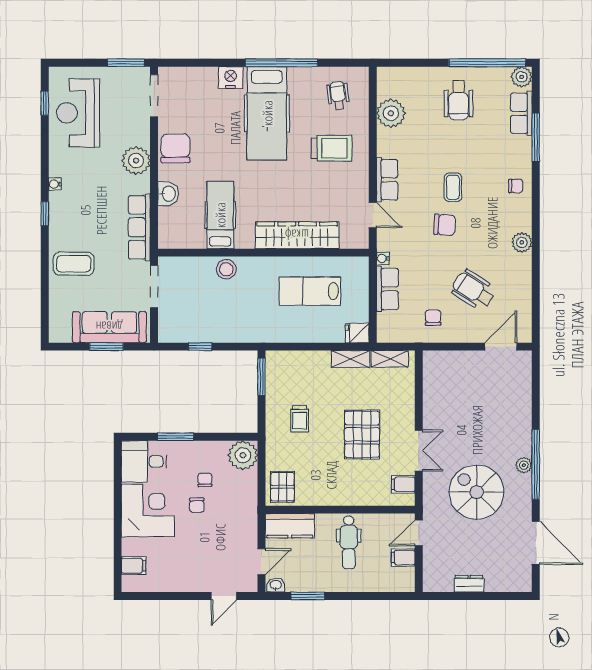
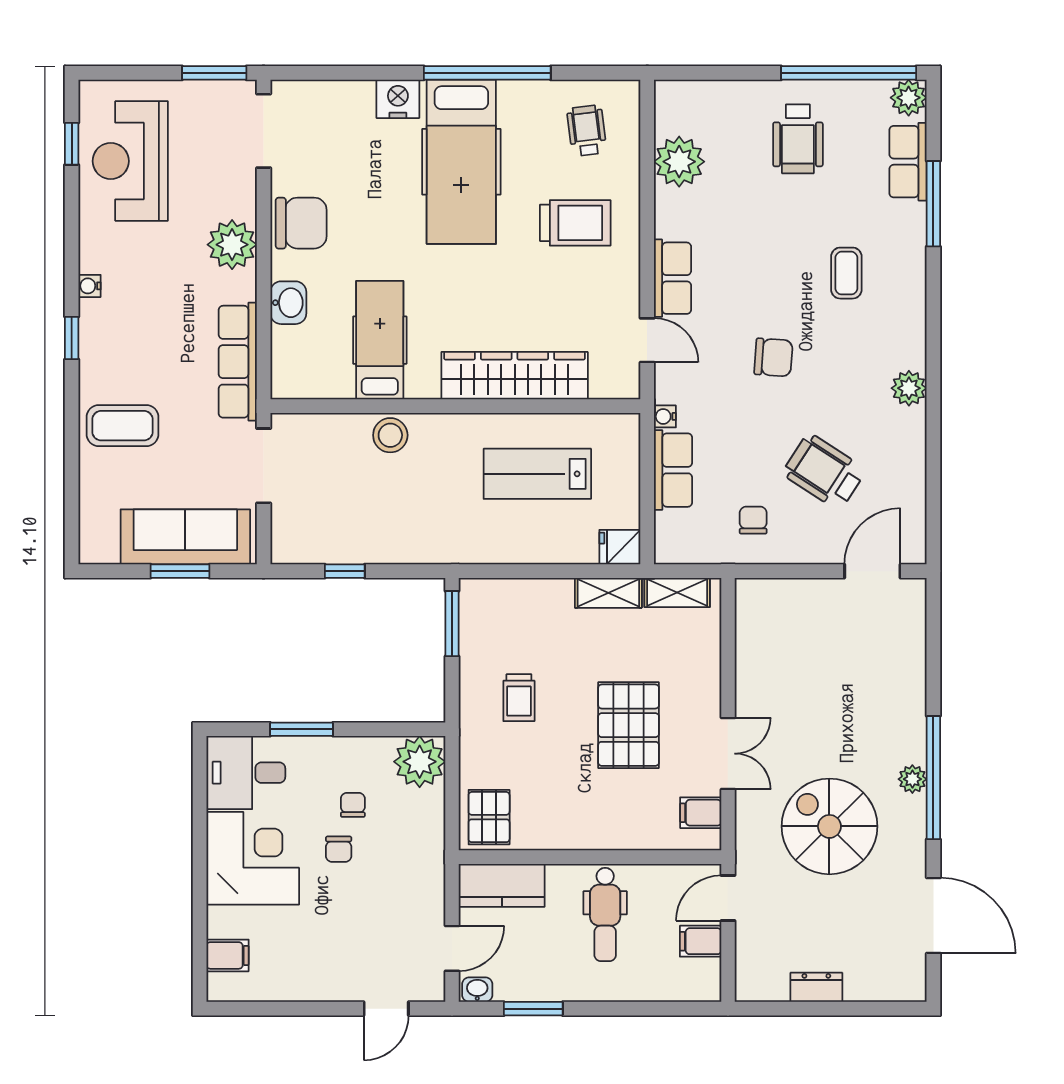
chair: (175, 148) -> (301, 223), turned 90
chair: (516, 186) -> (898, 289), removed
coffee table: (453, 187) -> (846, 273), moved

